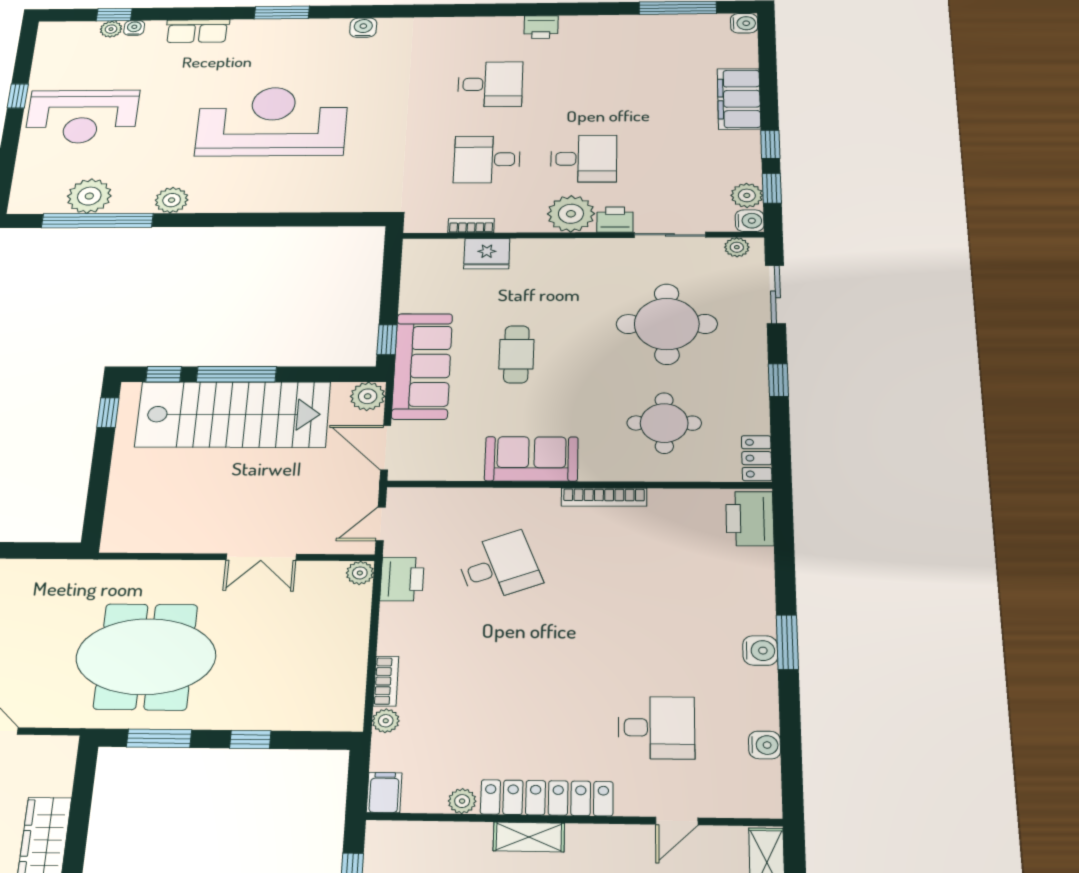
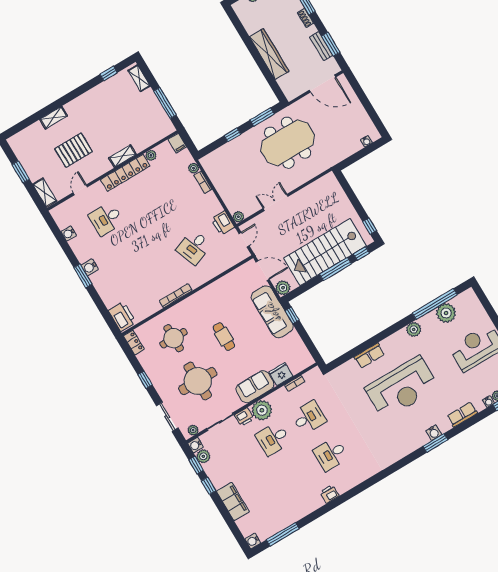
water cooler: (363, 28) -> (434, 433), moved
row of seats: (290, 200) -> (369, 356), added
cafe table: (516, 354) -> (224, 337), moved
sofa: (531, 459) -> (255, 387), moved, turned 180

